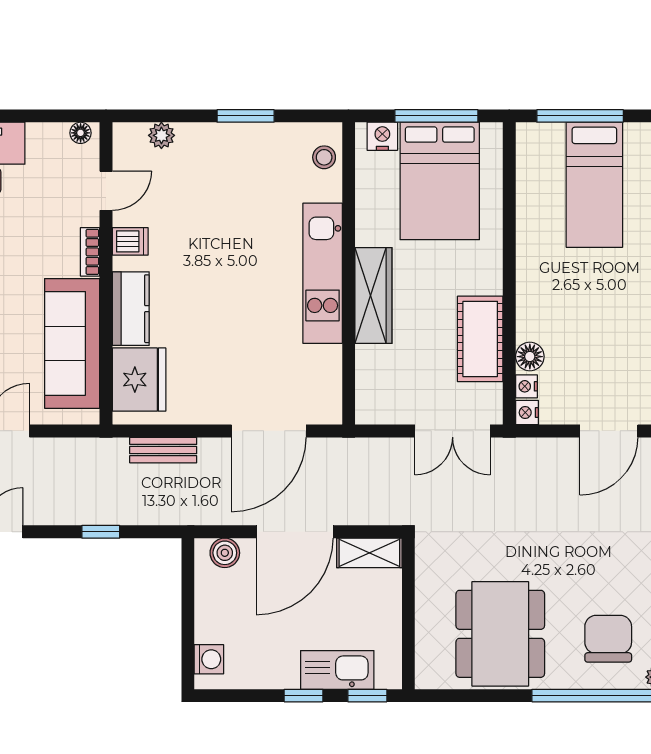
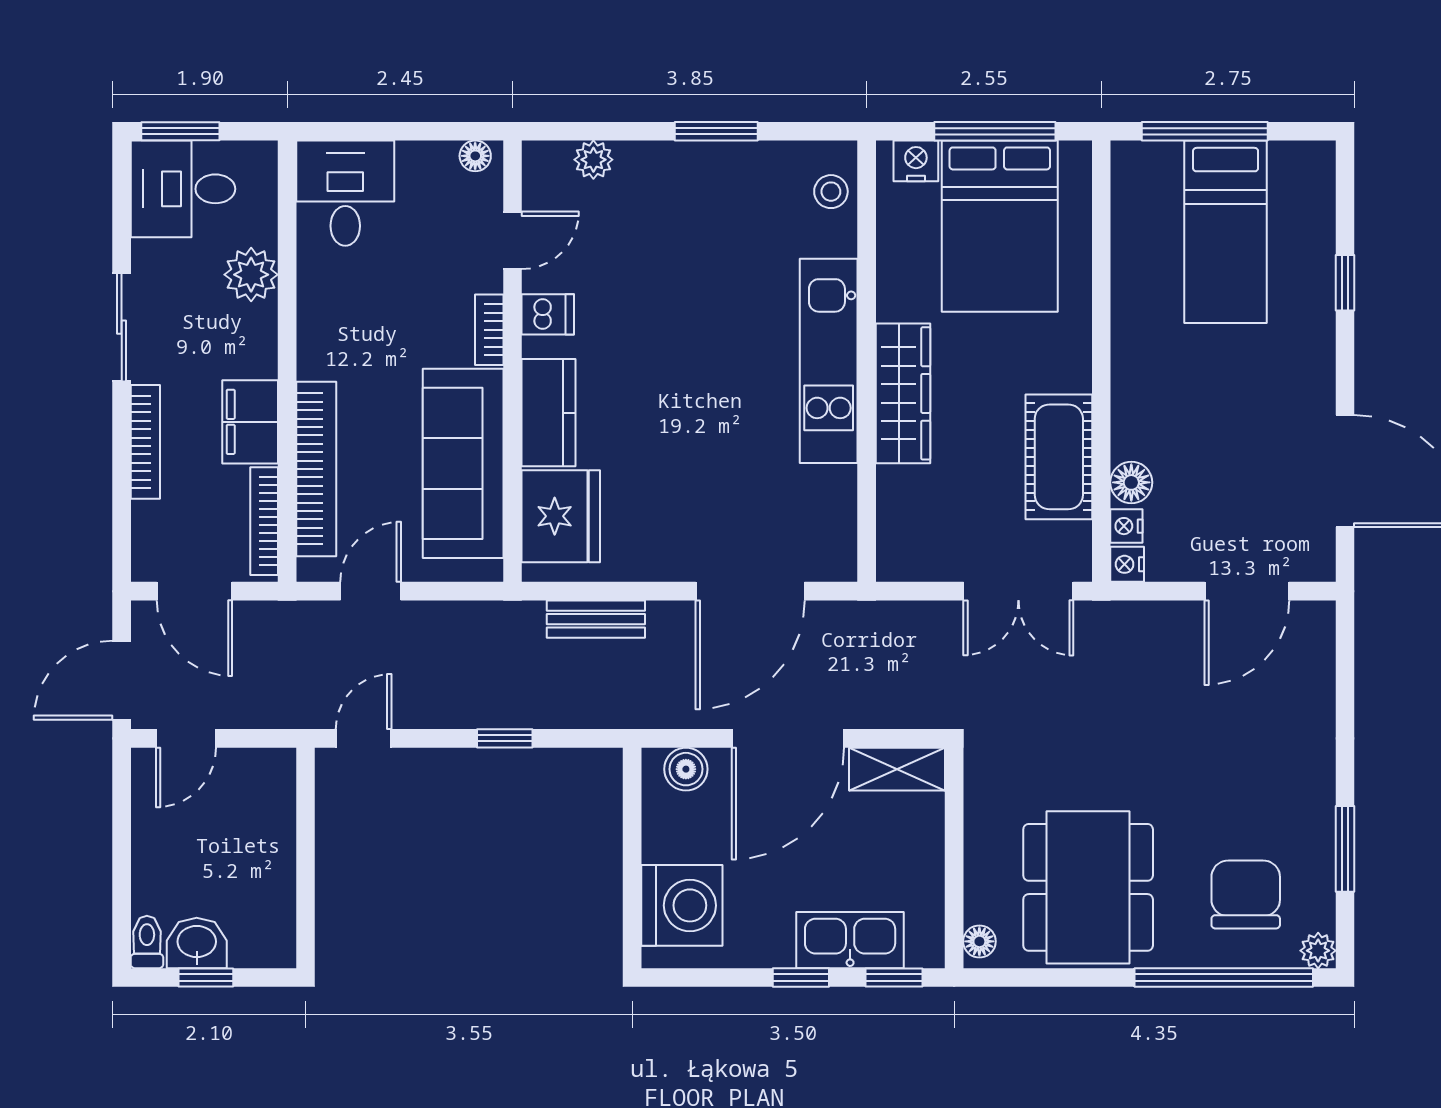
washing machine: (209, 659) -> (682, 905), width x1.89, depth x1.89
floor lamp: (426, 671) -> (979, 941), added

